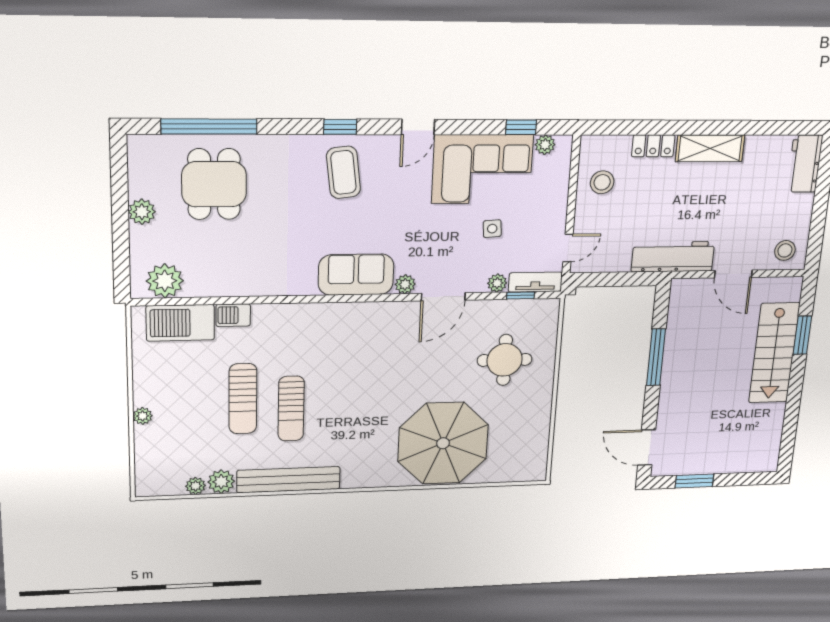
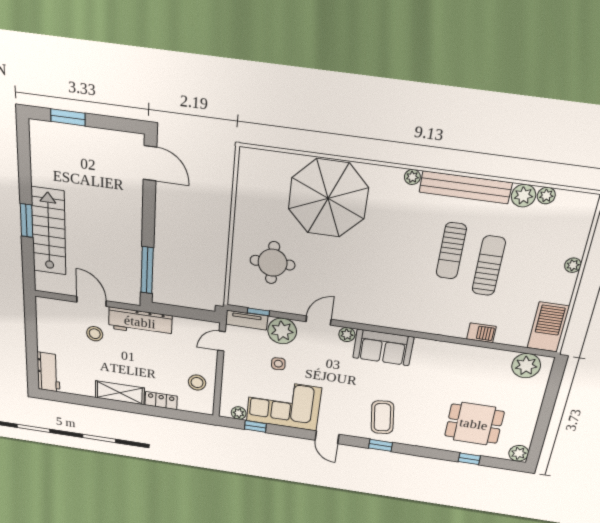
window: (209, 126) -> (469, 459), width x0.32
door: (418, 127) -> (327, 437), swing flipped
dining table: (214, 184) -> (474, 424), turned 90
plant: (142, 212) -> (519, 453), moved
stool: (785, 250) -> (95, 334), moved
plant: (497, 283) -> (282, 331), width x1.88, depth x1.88
door: (443, 297) -> (318, 320), width x0.73
barbecue: (180, 323) -> (548, 327), moved, turned -90
window: (802, 335) -> (27, 220), moved
window: (656, 357) -> (147, 270), moved
sun lounger: (291, 409) -> (451, 251), turned 180
plant: (350, 481) -> (412, 177), added
window: (694, 481) -> (68, 117), moved

